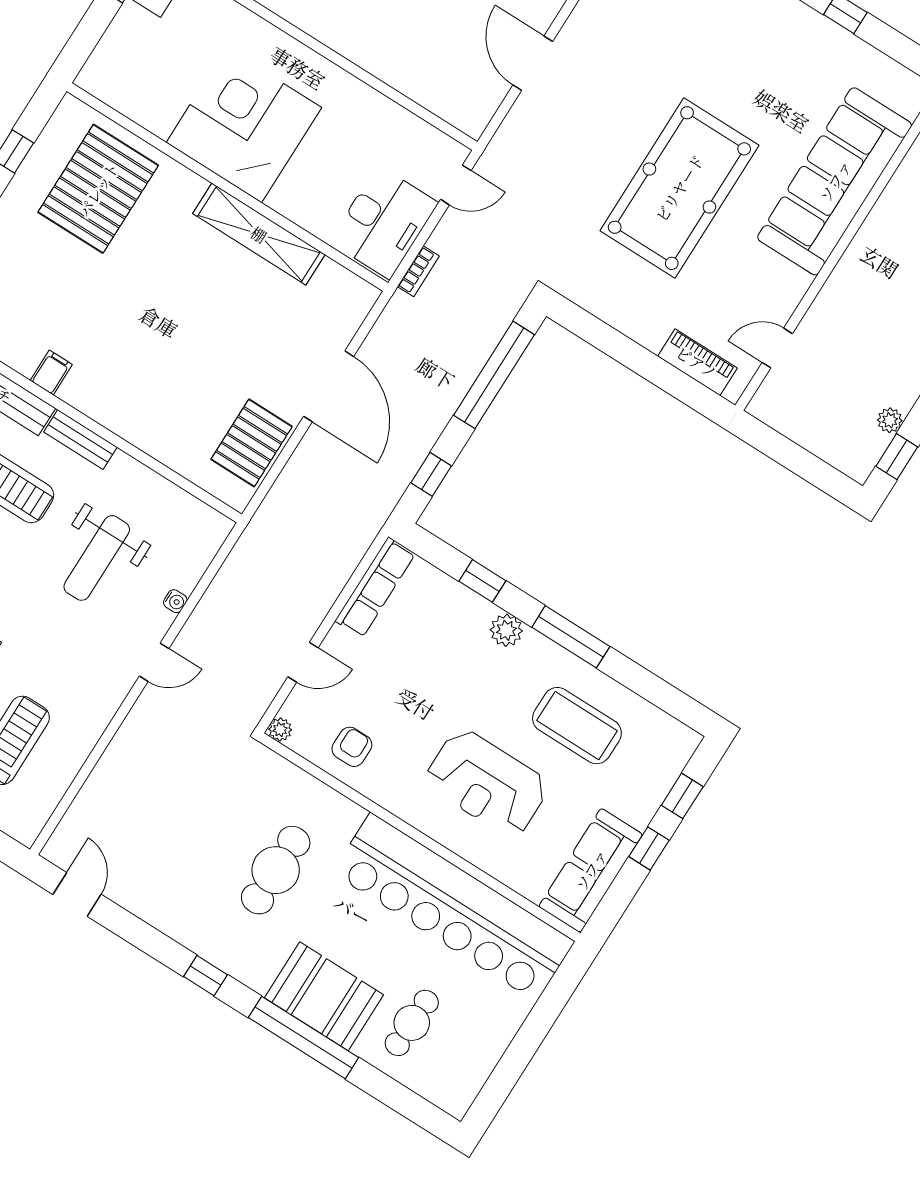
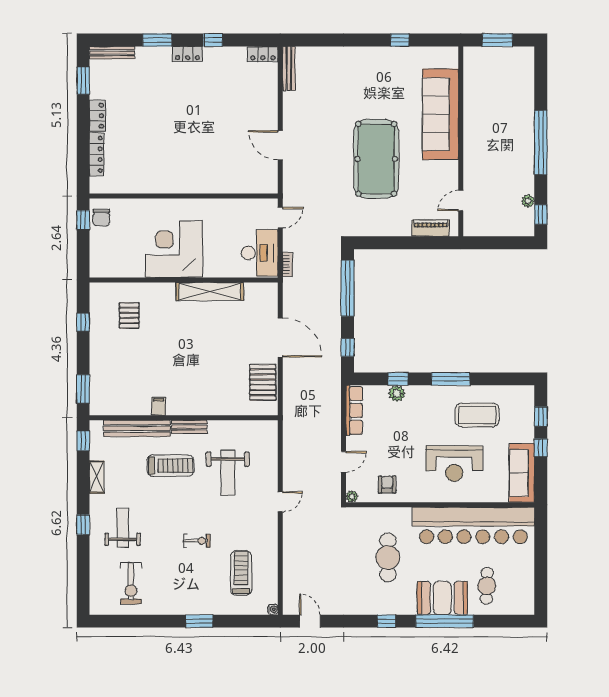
pallet: (98, 189) -> (129, 315), width x0.49, depth x0.50
water cooler: (175, 601) -> (273, 609), moved
plant: (506, 630) -> (397, 393), moved

